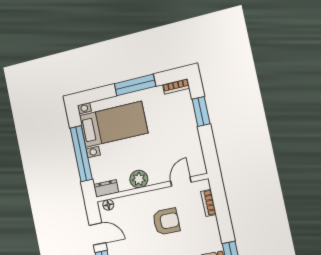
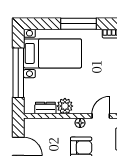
dresser: (106, 188) -> (45, 108), moved
floor lamp: (108, 205) -> (80, 123), moved

